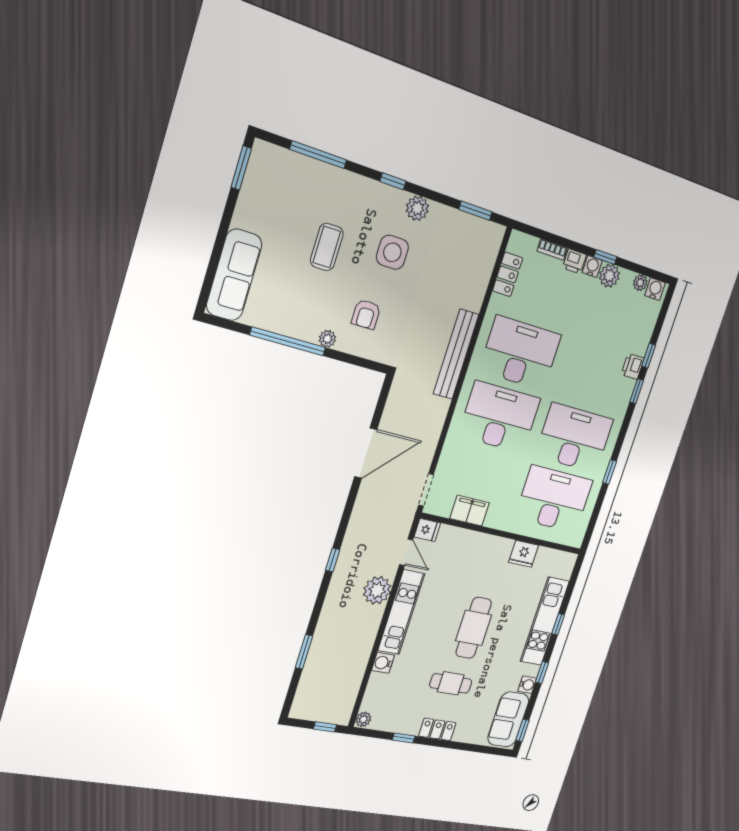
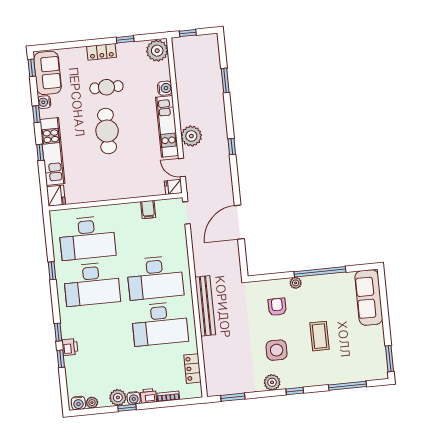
filing cabinet: (470, 511) -> (148, 210), width x0.50
fridge: (524, 554) -> (56, 196), moved, turned 90
plant: (363, 719) -> (157, 51), width x1.87, depth x1.87

